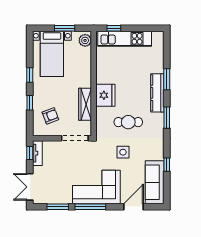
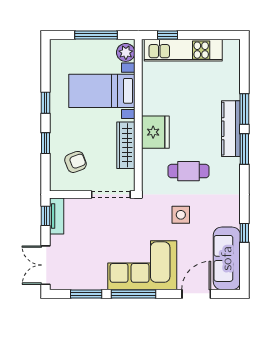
window: (65, 28) -> (96, 35), width x1.44
bed with nightstands: (52, 54) -> (102, 91), moved, turned 90
window: (167, 118) -> (244, 149), moved

